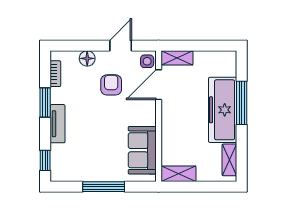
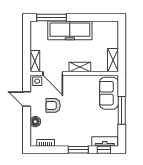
window: (45, 103) -> (78, 150), moved
window: (242, 103) -> (51, 17), moved
tv unit: (58, 124) -> (105, 142), moved
sofa: (142, 150) -> (109, 93), moved, turned 90
shelving: (229, 160) -> (80, 67), moved

